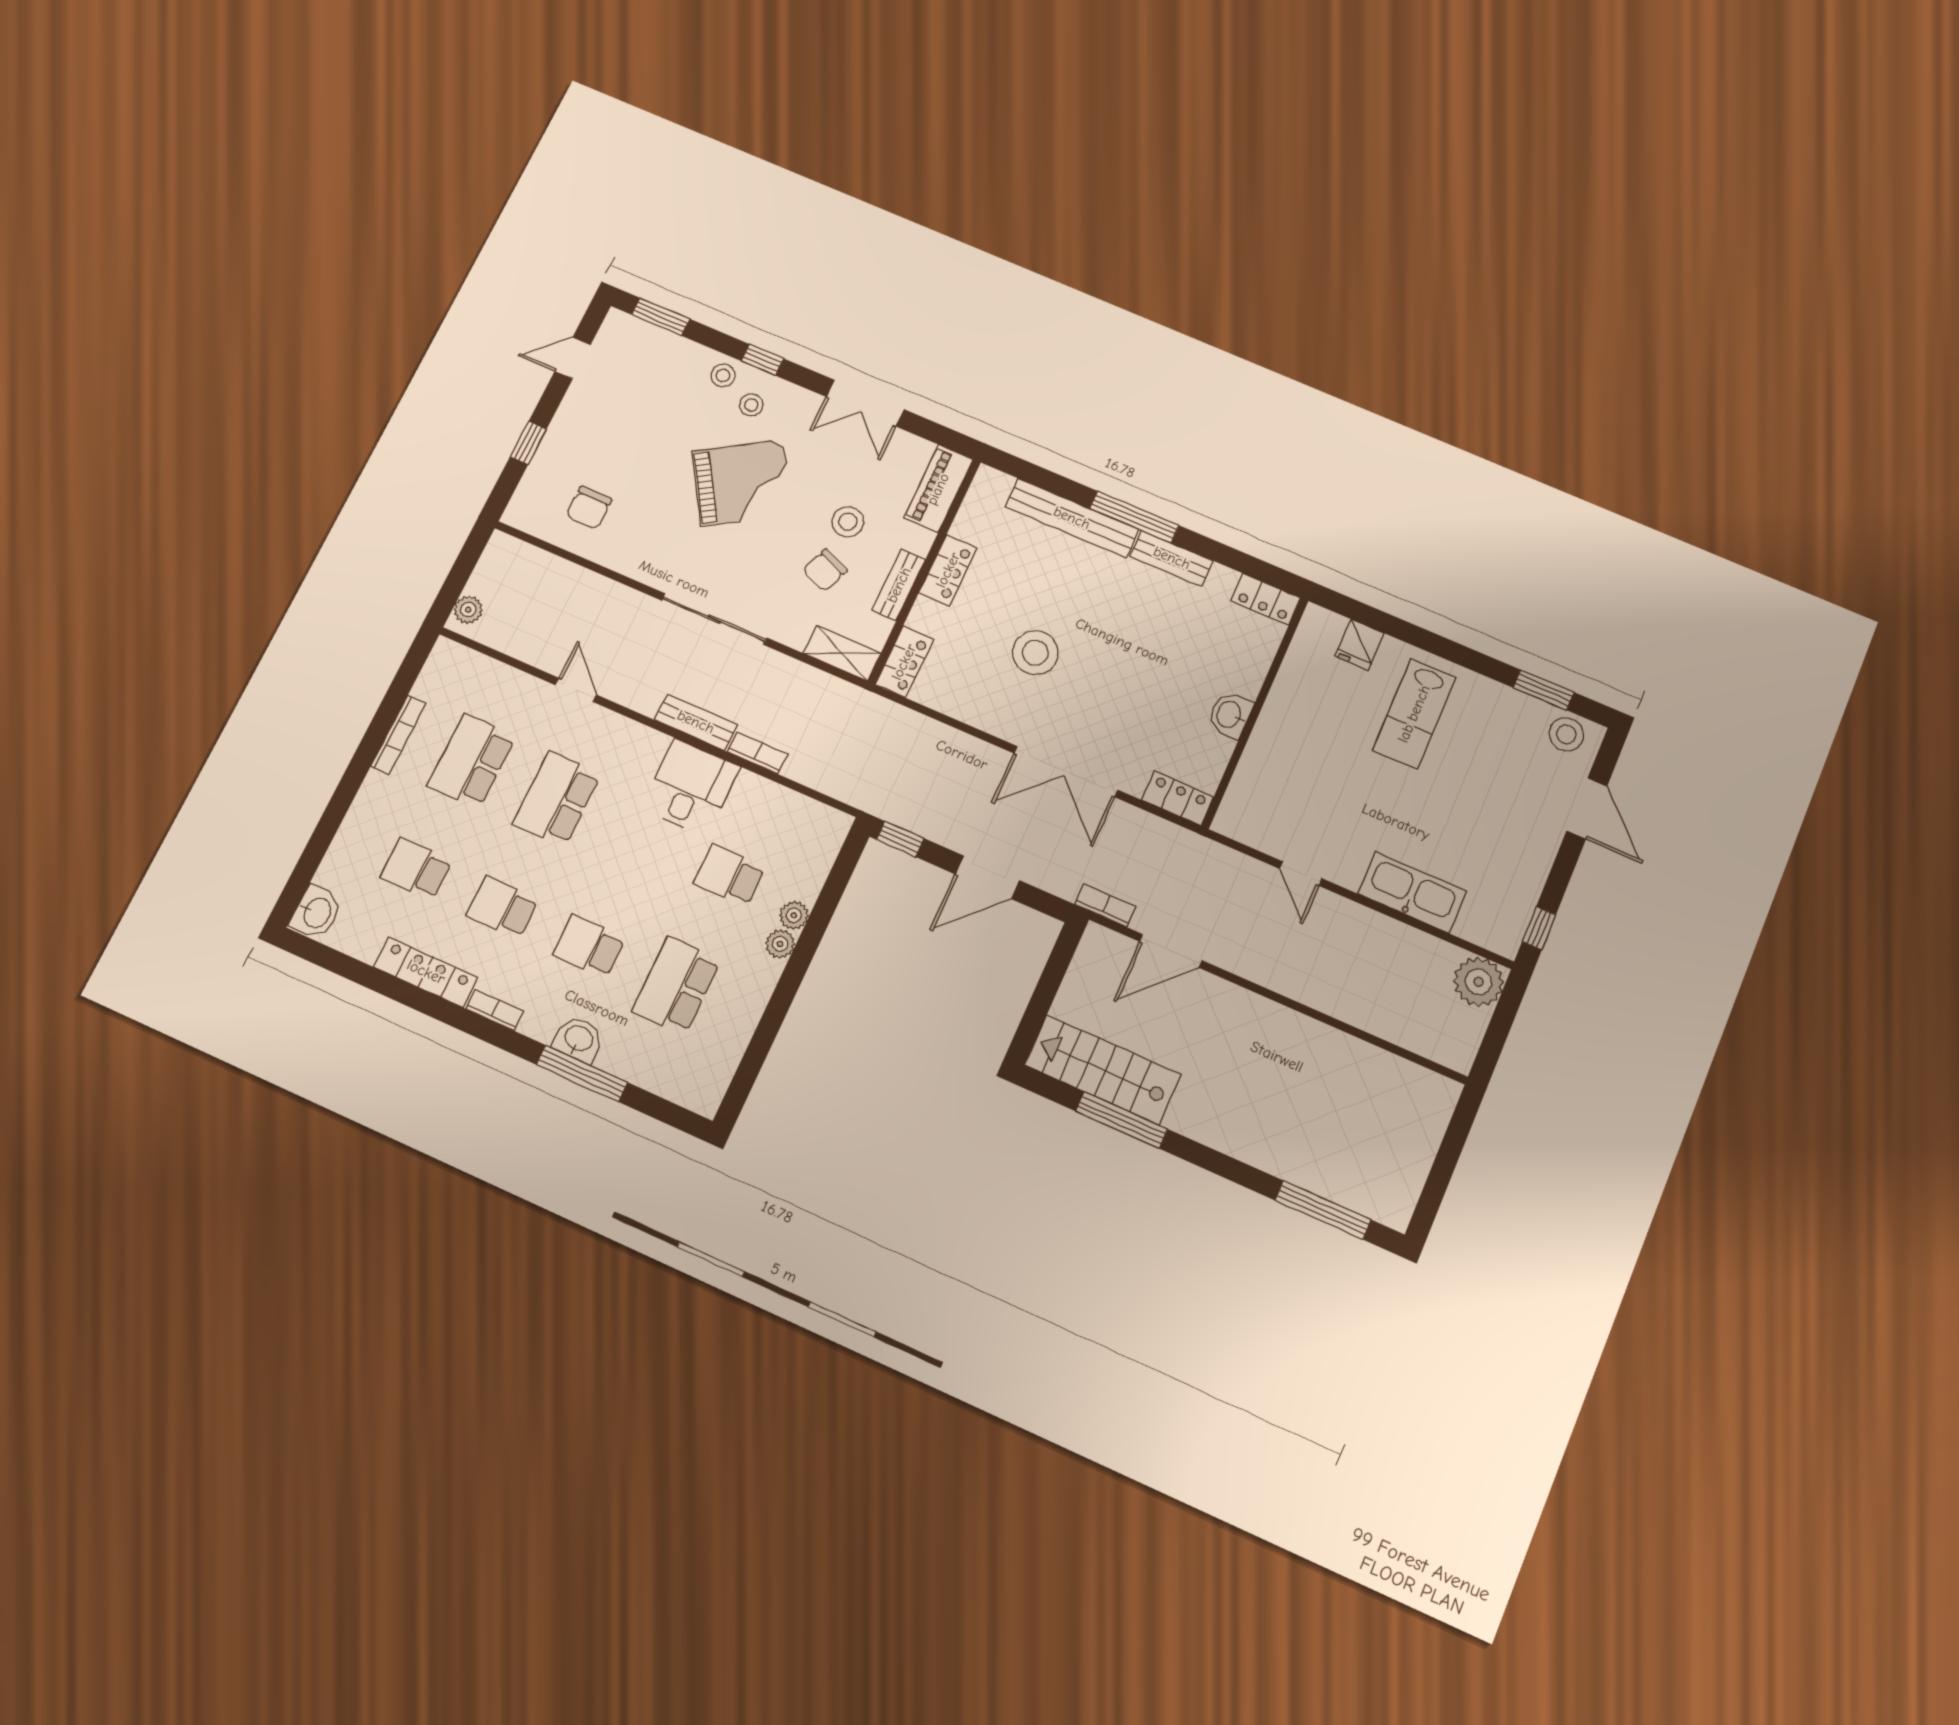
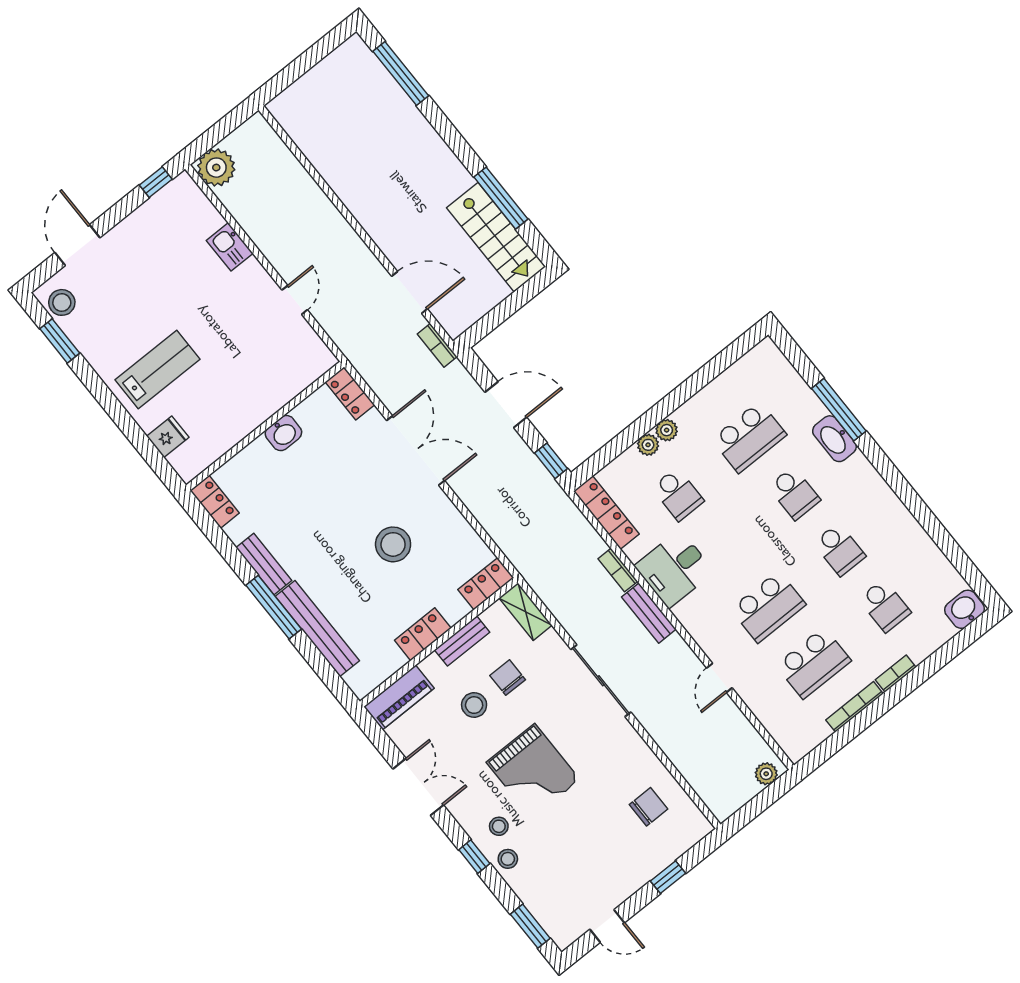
grand piano: (743, 483) -> (533, 771), turned -148
chair: (825, 570) -> (508, 678), turned -112
kitchen sink: (1412, 892) -> (230, 247), width x0.53, depth x0.81
locker: (426, 972) -> (606, 512), moved, turned 180
bookcase: (495, 1010) -> (896, 674), moved, turned 90
washbasin: (578, 1039) -> (834, 439), width x1.38

